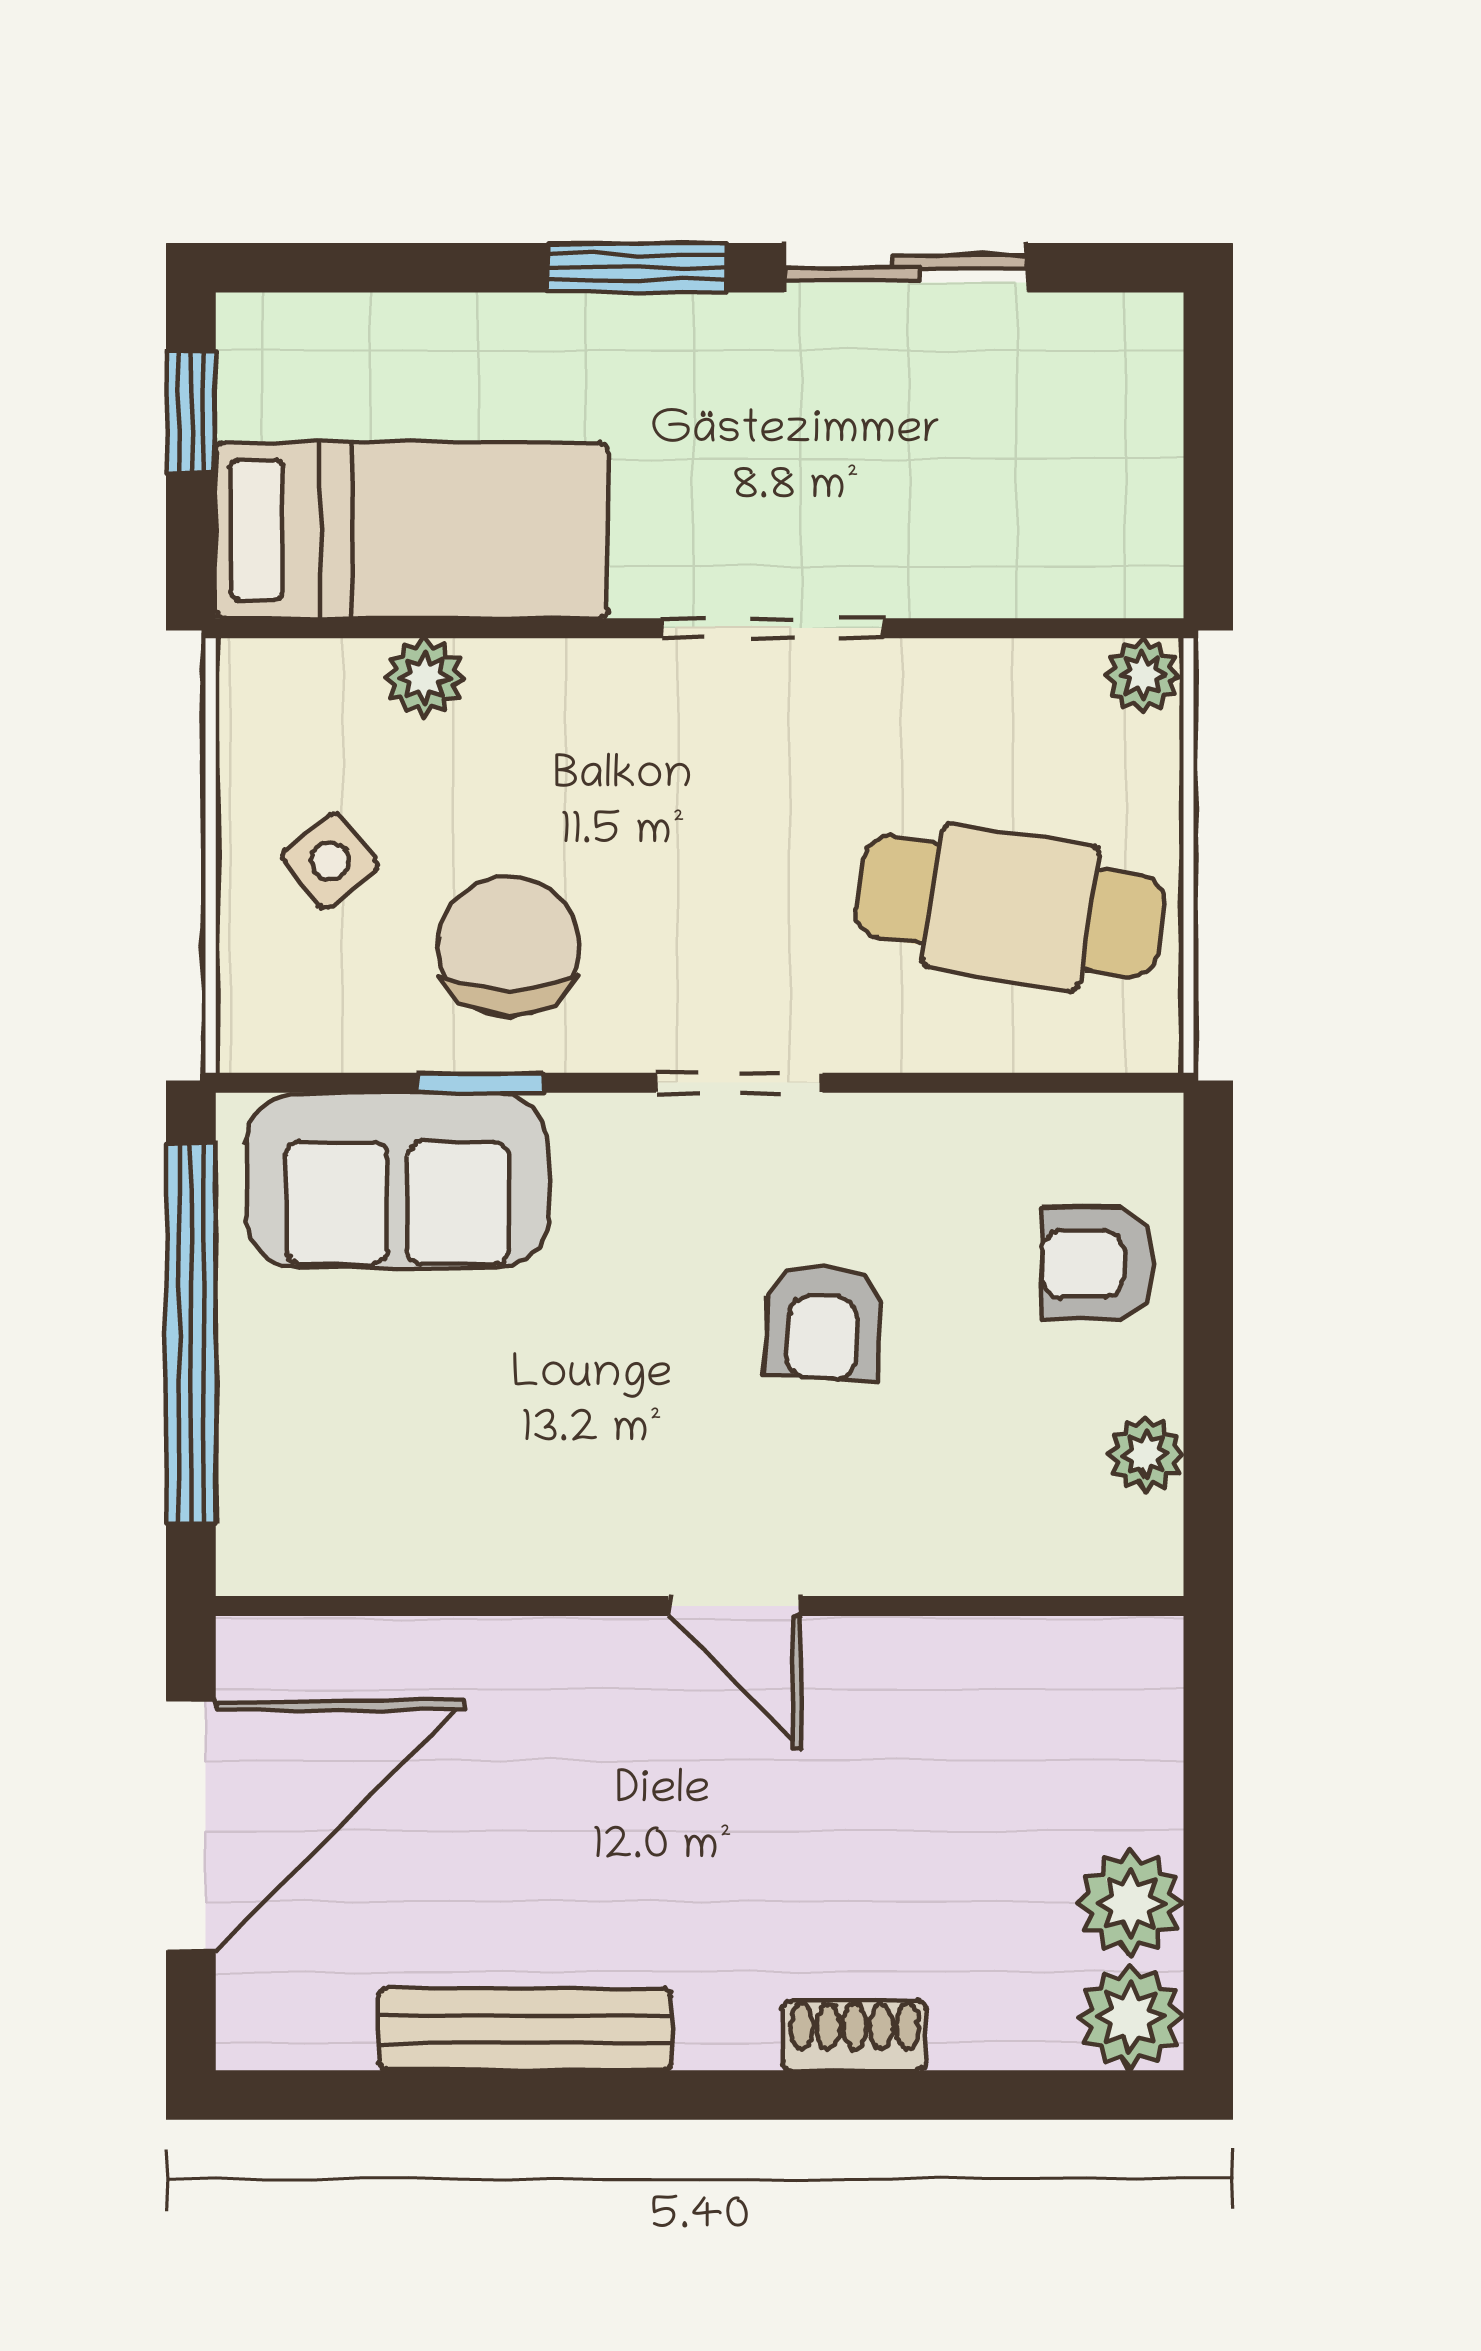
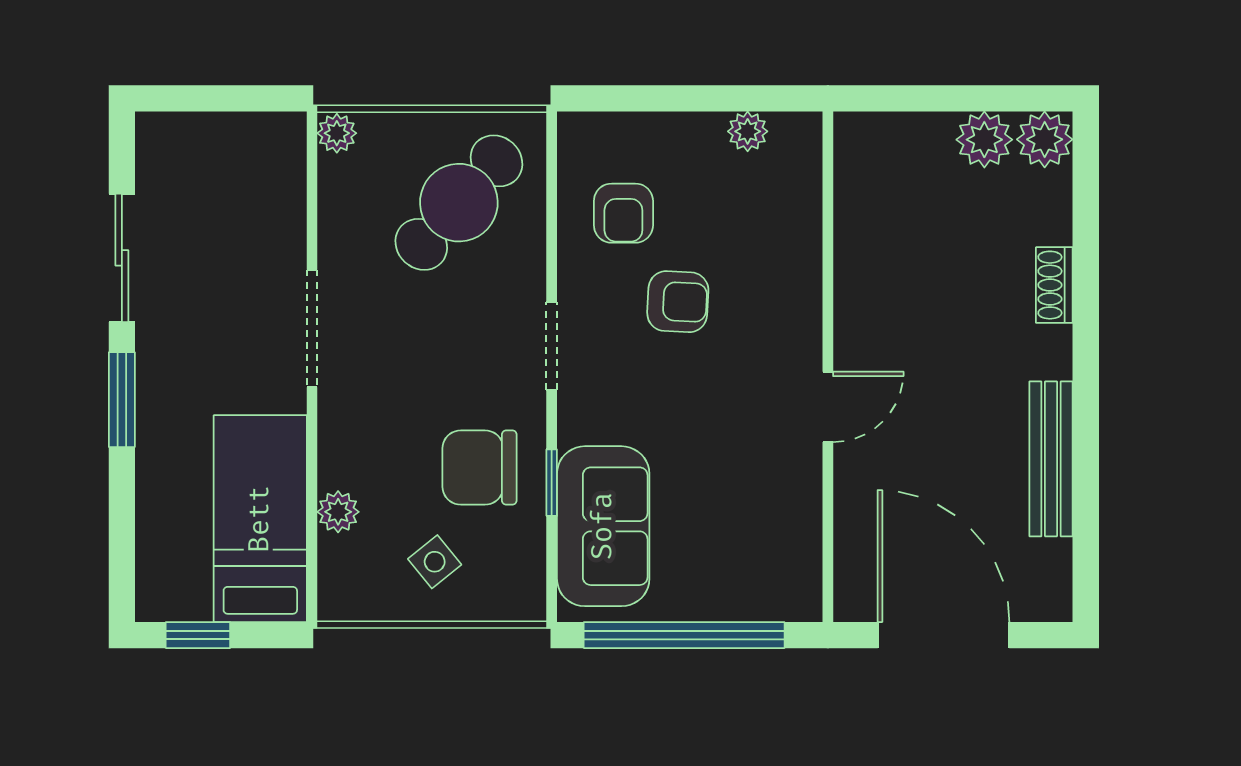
cafe table: (1011, 907) -> (459, 203), turned 33
armchair: (1098, 1264) -> (623, 213), moved
door: (735, 1606) -> (828, 407), moved

